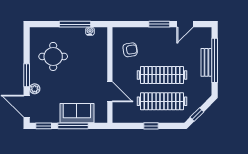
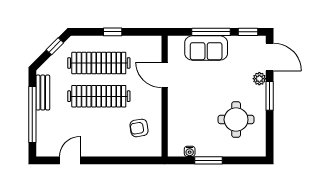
window: (75, 24) -> (209, 160), width x0.69
window: (159, 24) -> (102, 160), removed
bench: (206, 62) -> (43, 93), moved

